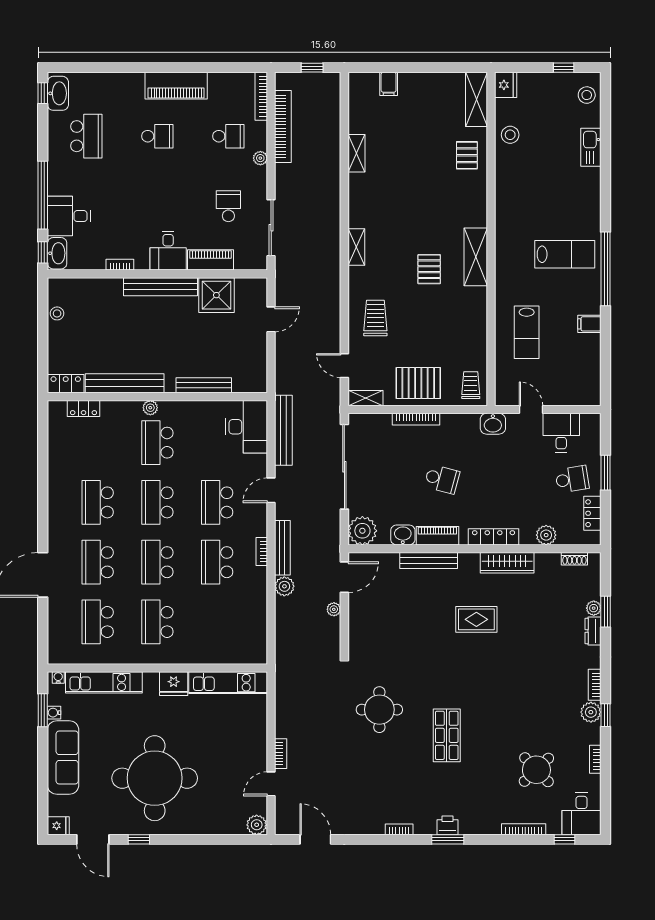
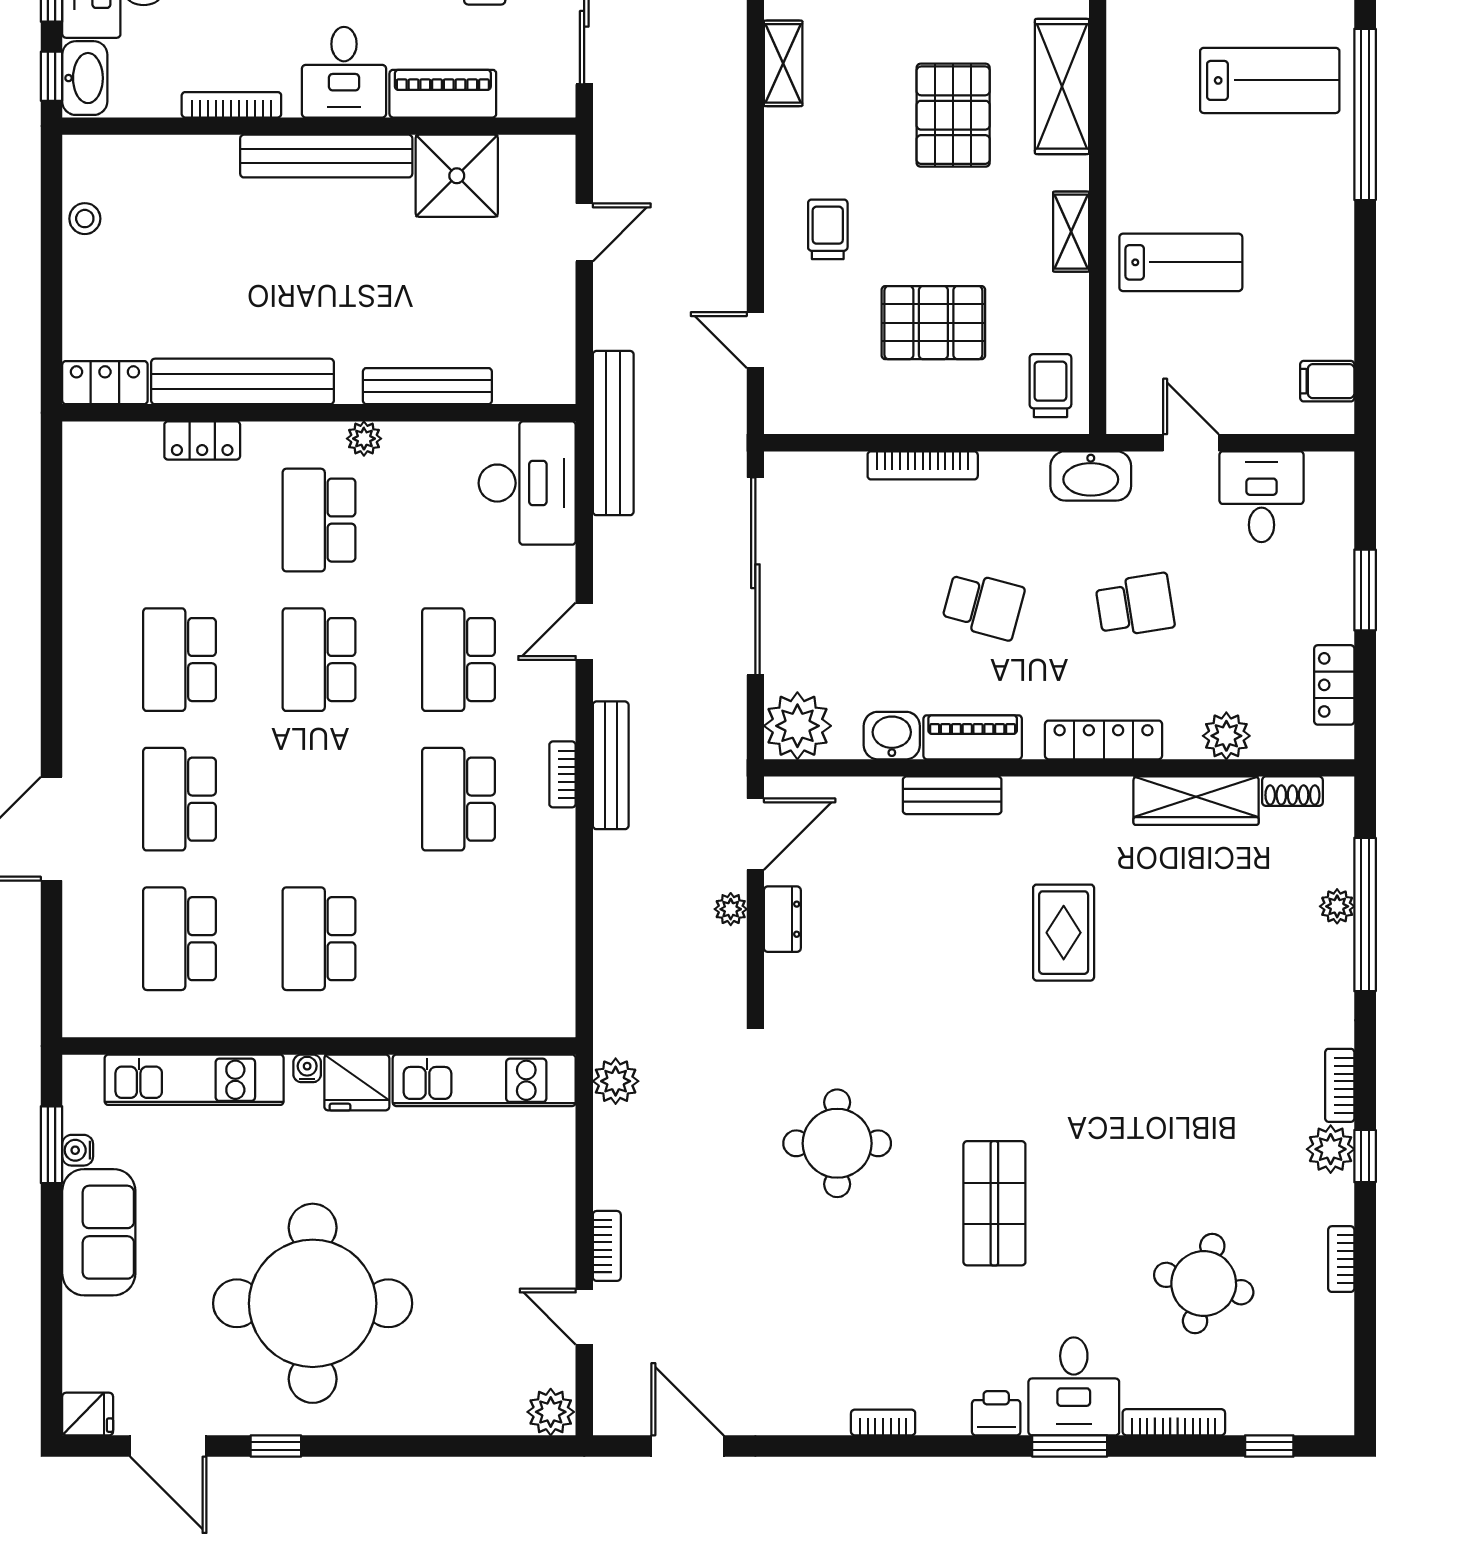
bookcase: (120, 265) -> (231, 105), width x1.56
pallet: (429, 269) -> (953, 115), width x1.50, depth x1.42
trolley: (375, 318) -> (828, 229), width x0.73, depth x0.72
filing cabinet: (589, 324) -> (1327, 381), moved
lab bench: (527, 332) -> (1181, 262), turned -90
pallet: (418, 383) -> (933, 323), moved
shelving: (366, 398) -> (1071, 232), moved, turned 90
plant: (150, 408) -> (364, 439), moved
locker: (84, 409) -> (202, 440), moved
washbasin: (493, 424) -> (1091, 476), width x1.38
bench: (283, 430) -> (613, 433), moved
school desk: (572, 479) -> (1135, 605), moved
bench: (429, 561) -> (952, 795), width x0.73
school desk: (157, 562) -> (319, 799), removed
wardrobe: (507, 563) -> (1196, 801), moved
plant: (284, 586) -> (616, 1081), moved
window: (606, 612) -> (1365, 915), width x2.11
rug: (476, 619) -> (1064, 933), turned 90
dresser: (593, 631) -> (782, 919), moved, turned 180
water cooler: (58, 678) -> (307, 1068), moved
sofa: (63, 758) -> (99, 1232), width x0.73
round table: (536, 770) -> (1204, 1284), turned -33
door: (271, 784) -> (584, 1317), hinge flipped
desk: (582, 814) -> (1074, 1386), moved
window: (448, 839) -> (1070, 1446), moved

